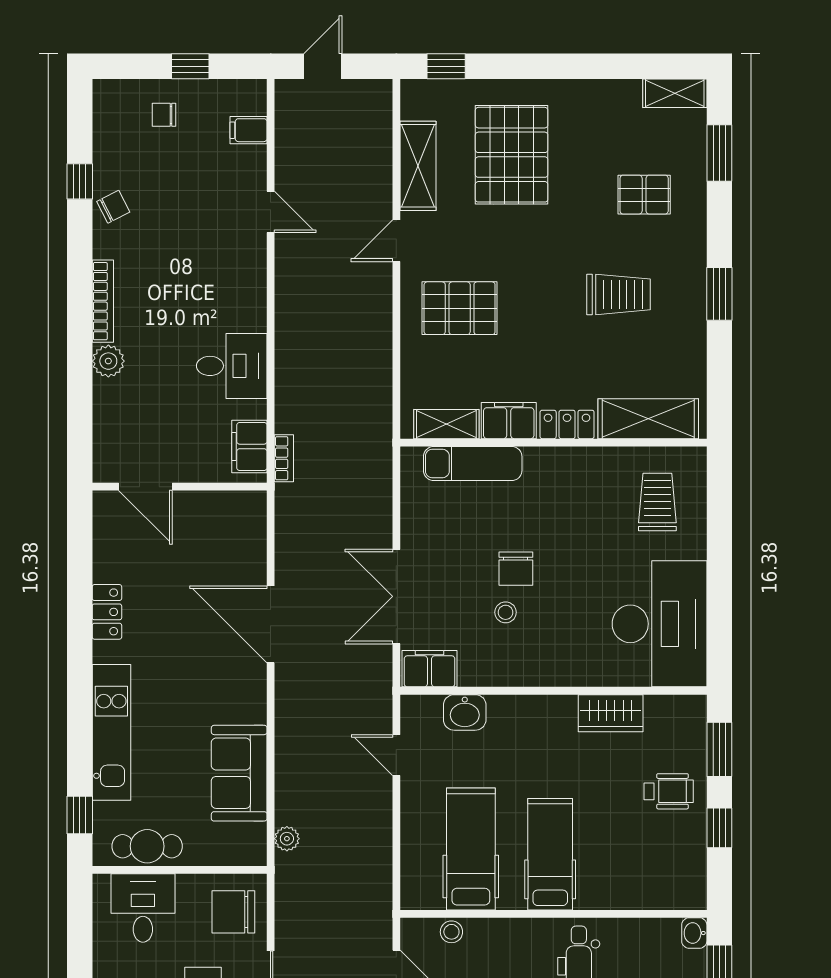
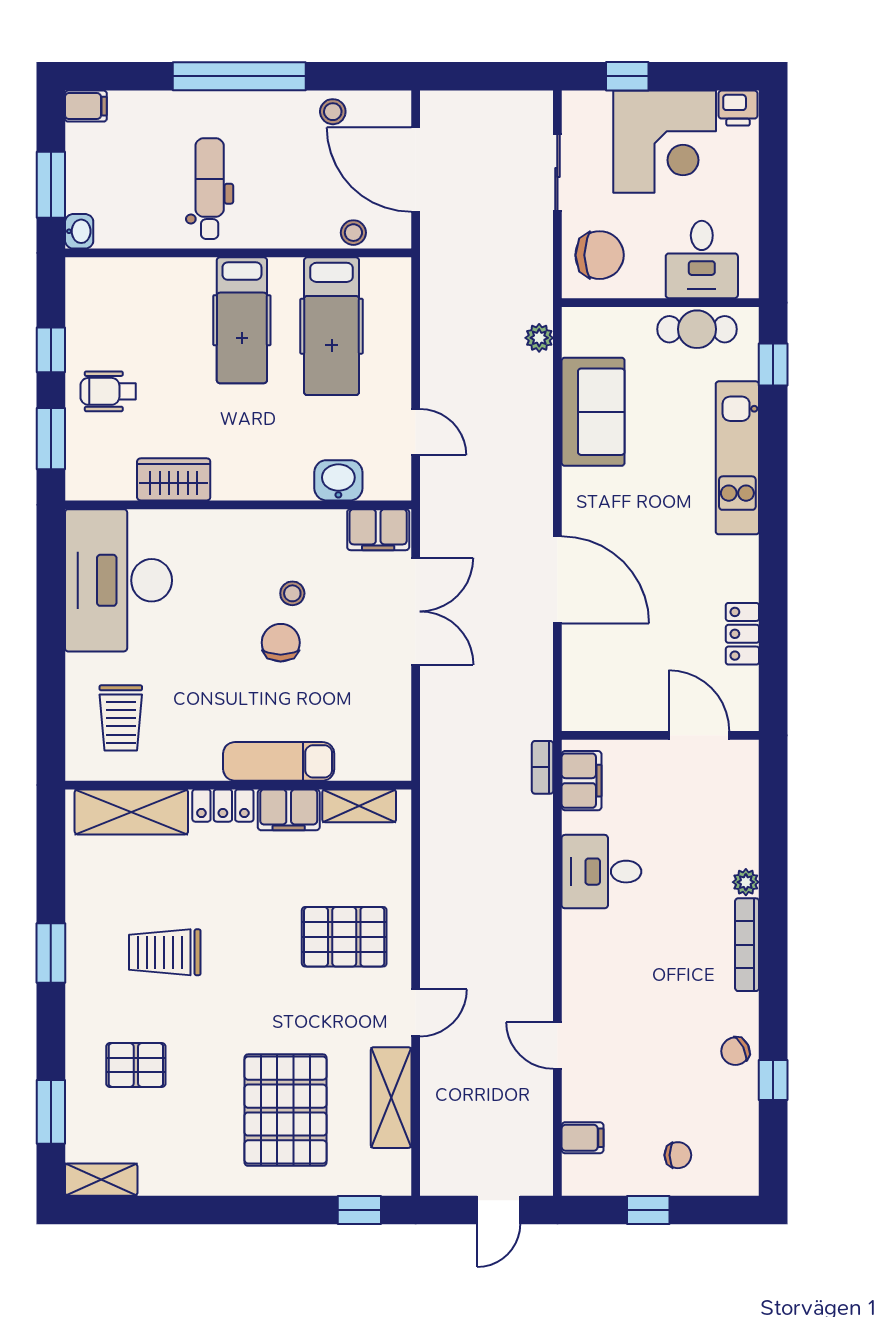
plant: (108, 361) -> (746, 882), width x0.73, depth x0.73
exam couch: (473, 464) -> (279, 761), moved
locker: (107, 612) -> (742, 634), moved

